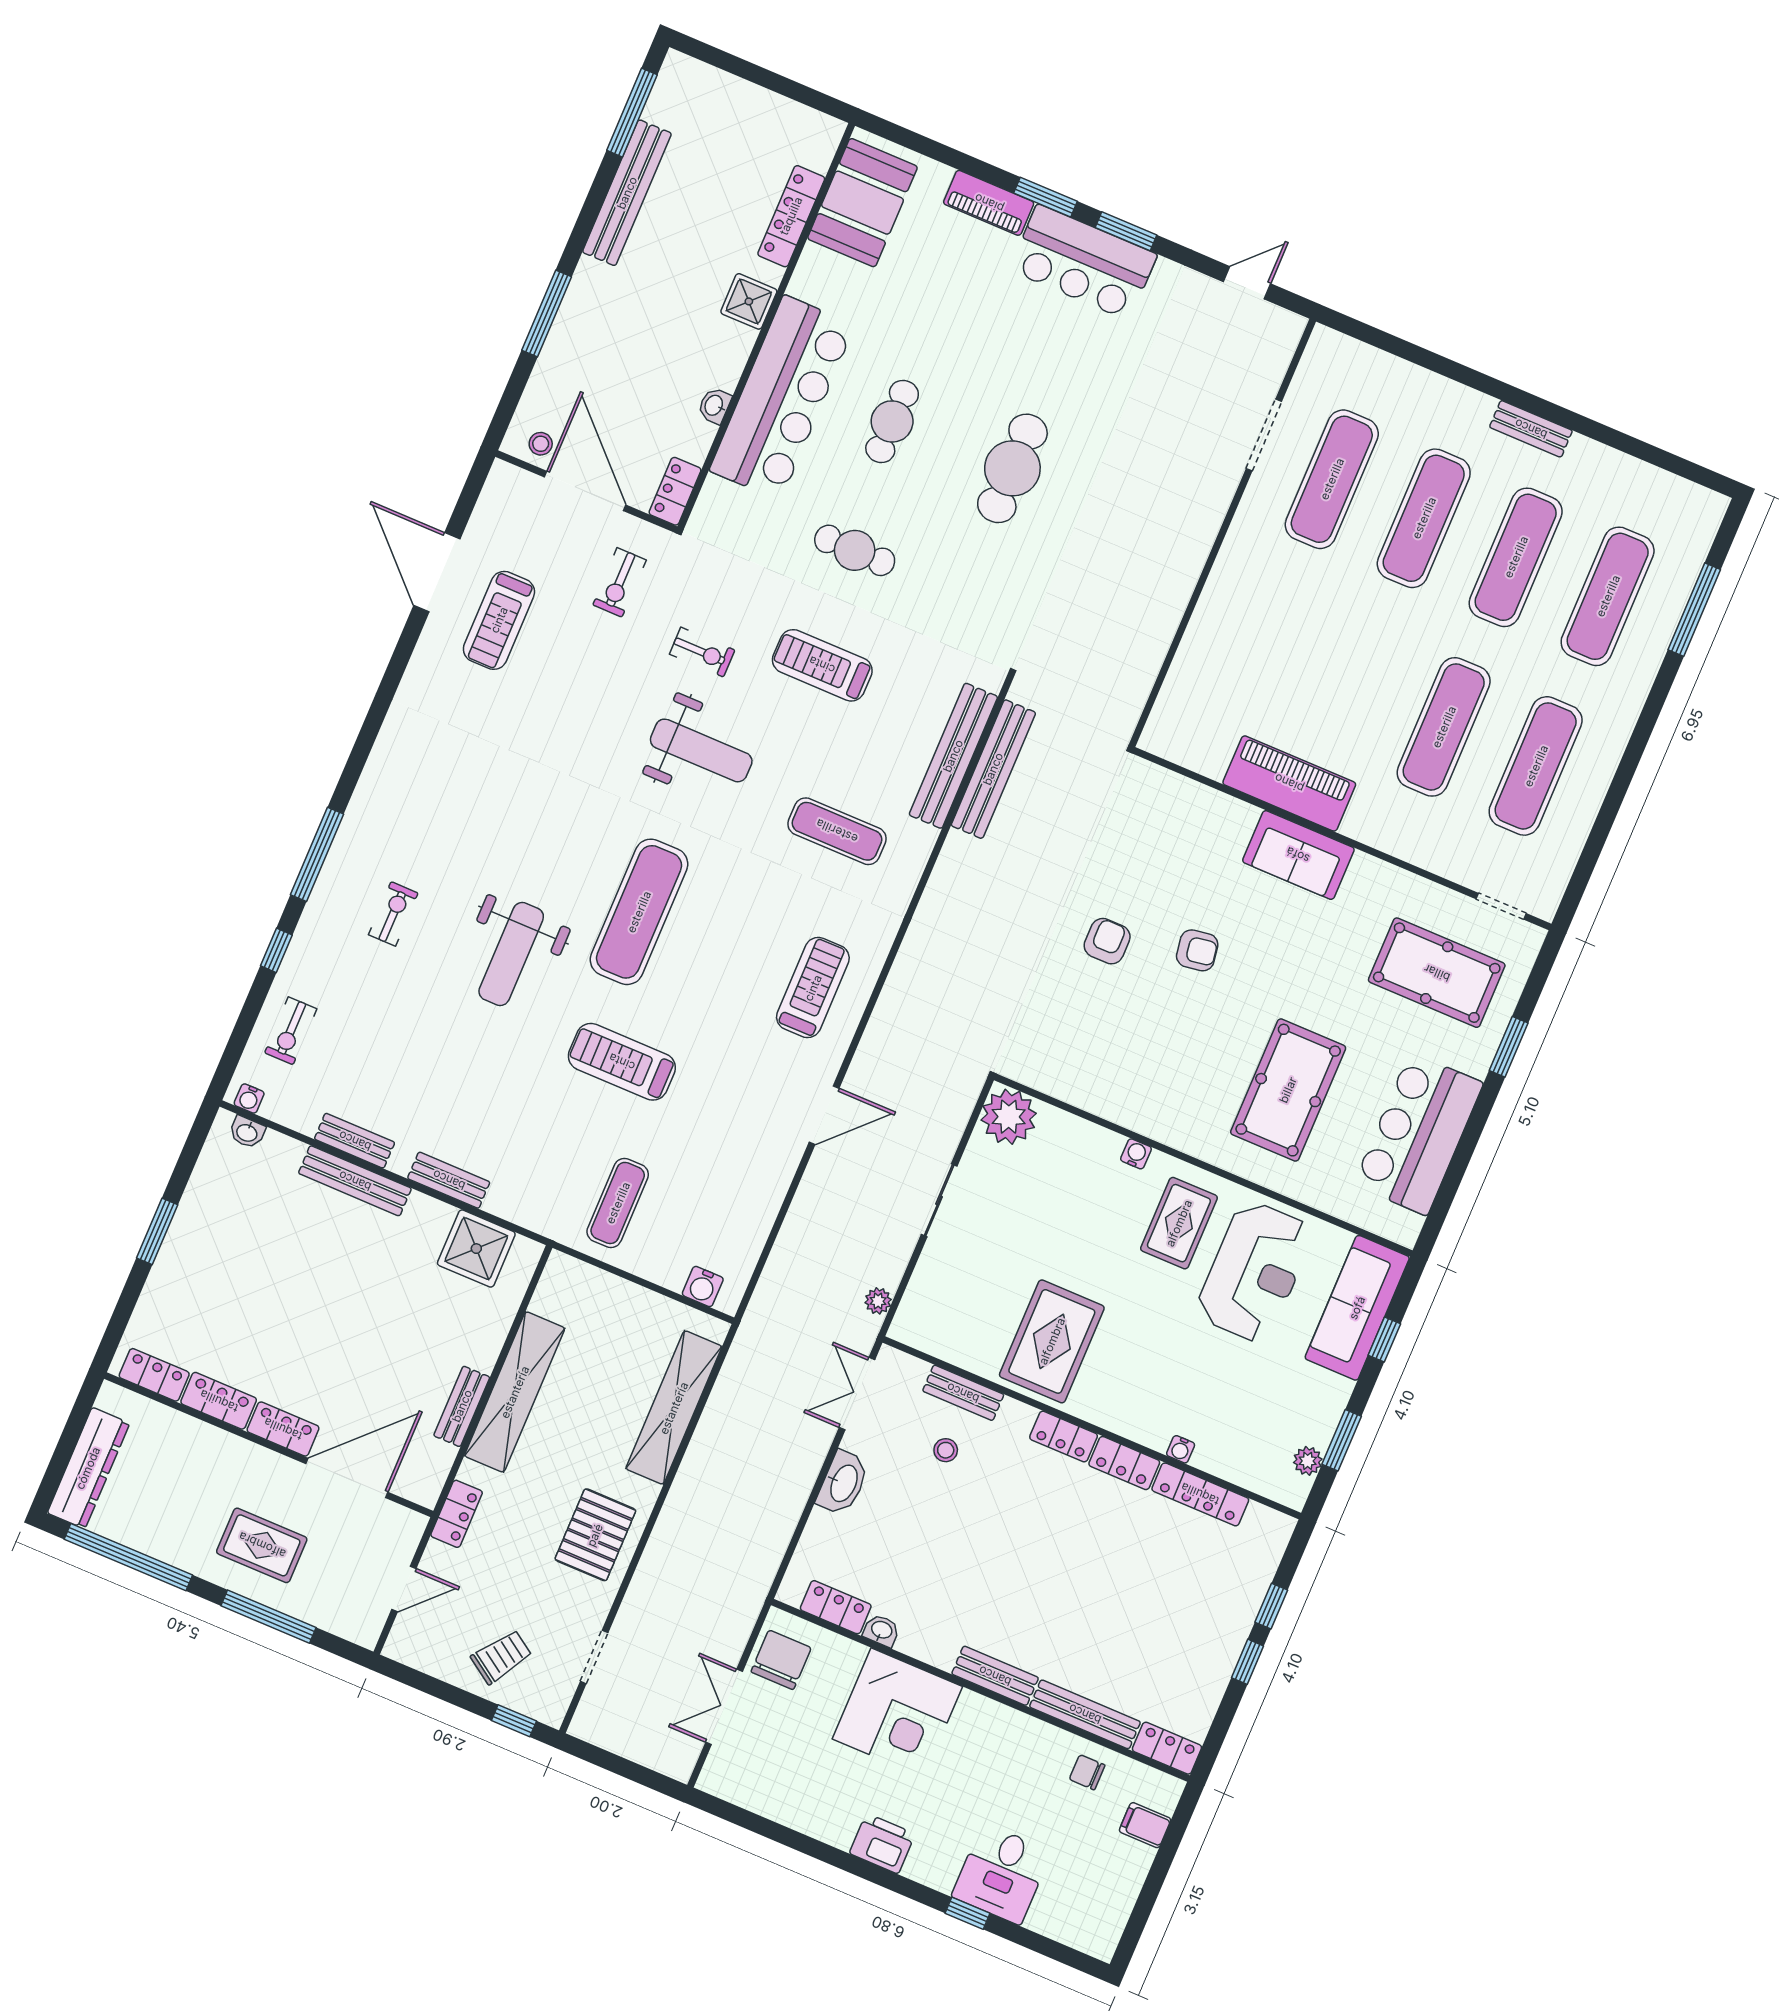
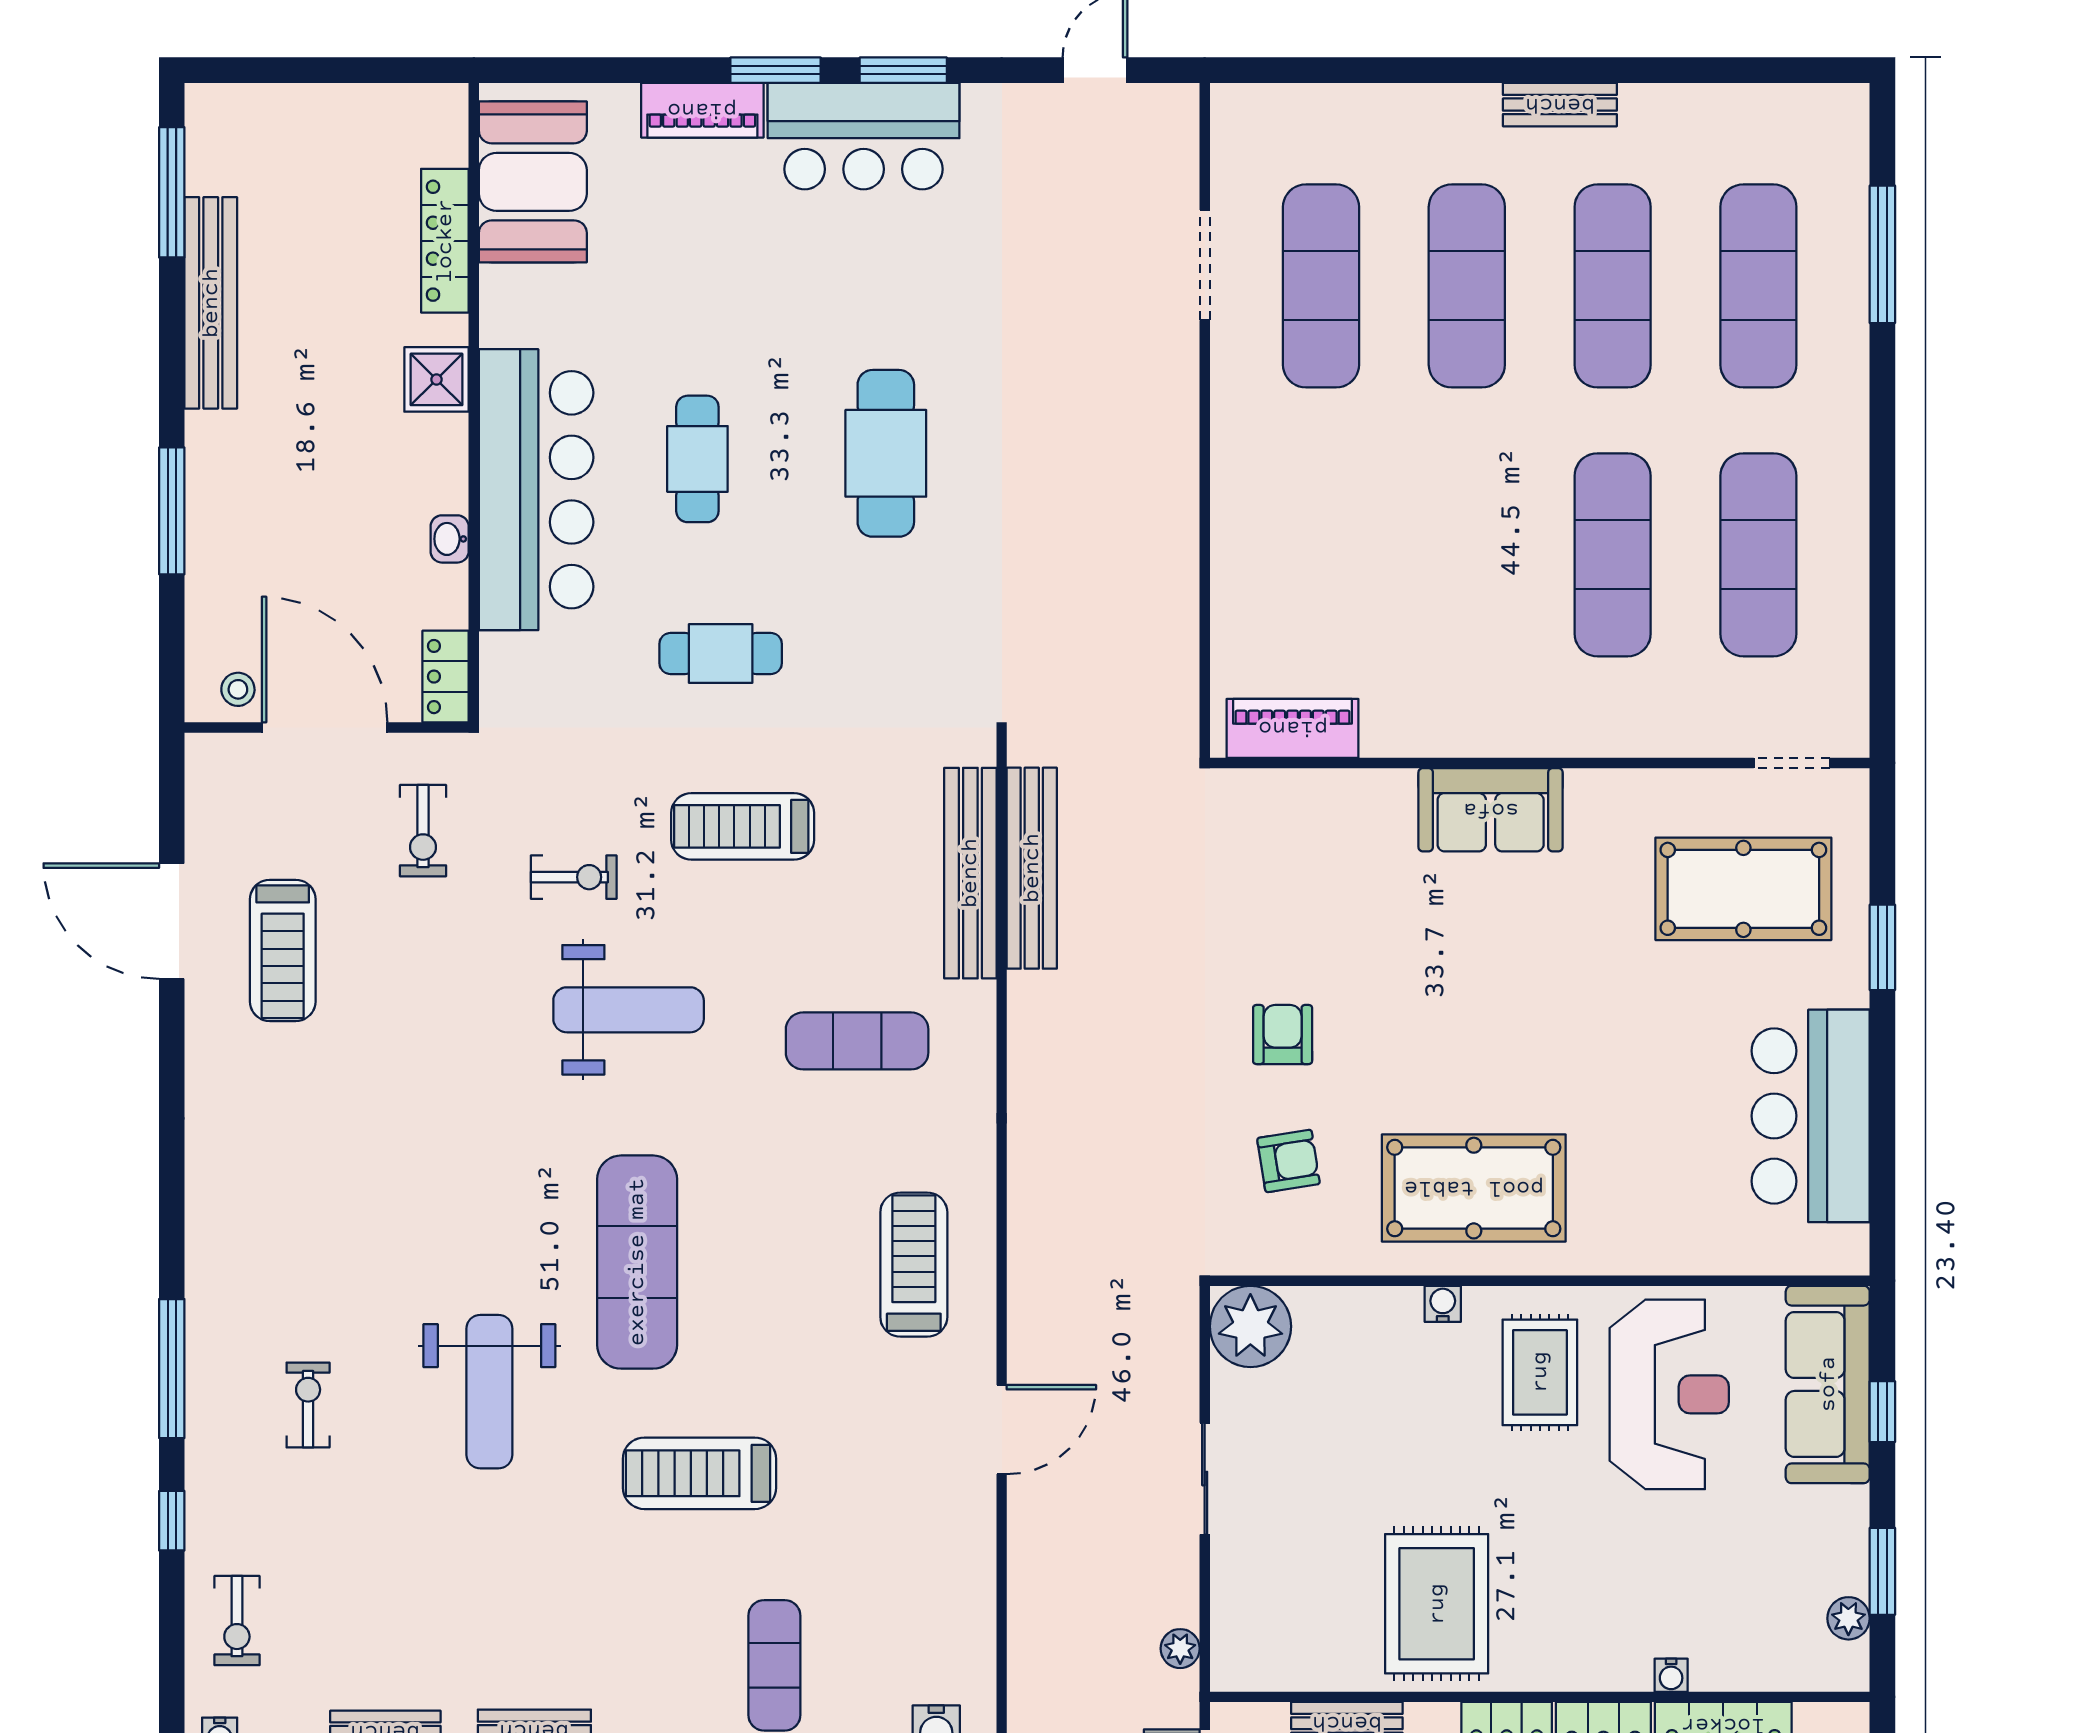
piano: (1289, 783) -> (1293, 728), moved, width x0.73, depth x0.75
armchair: (1197, 950) -> (1288, 1161), moved
pool table: (1288, 1090) -> (1474, 1188), moved, turned 90

